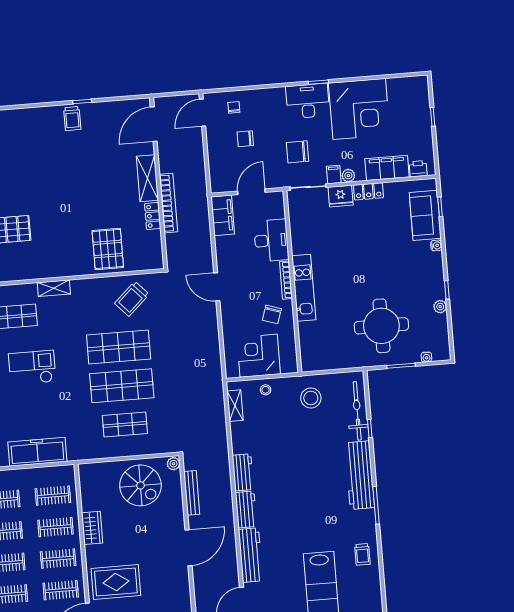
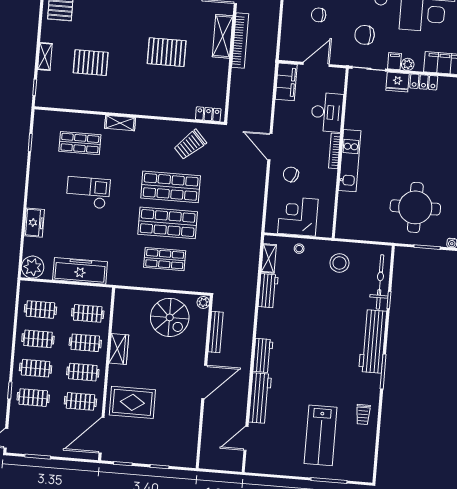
bookcase: (168, 203) -> (240, 41), moved
locker: (153, 216) -> (208, 114), moved, turned 90
pallet: (108, 249) -> (167, 52), moved, turned 90
chair: (272, 314) -> (291, 174), moved, turned 95
workbench: (243, 472) -> (268, 291), moved

